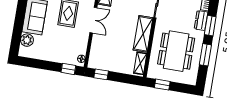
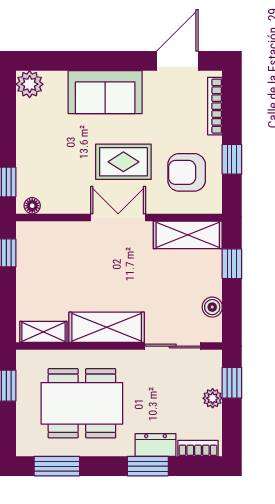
double door: (93, 20) -> (118, 217), swing flipped
plant: (27, 40) -> (30, 84), moved
window: (205, 55) -> (57, 466), moved

